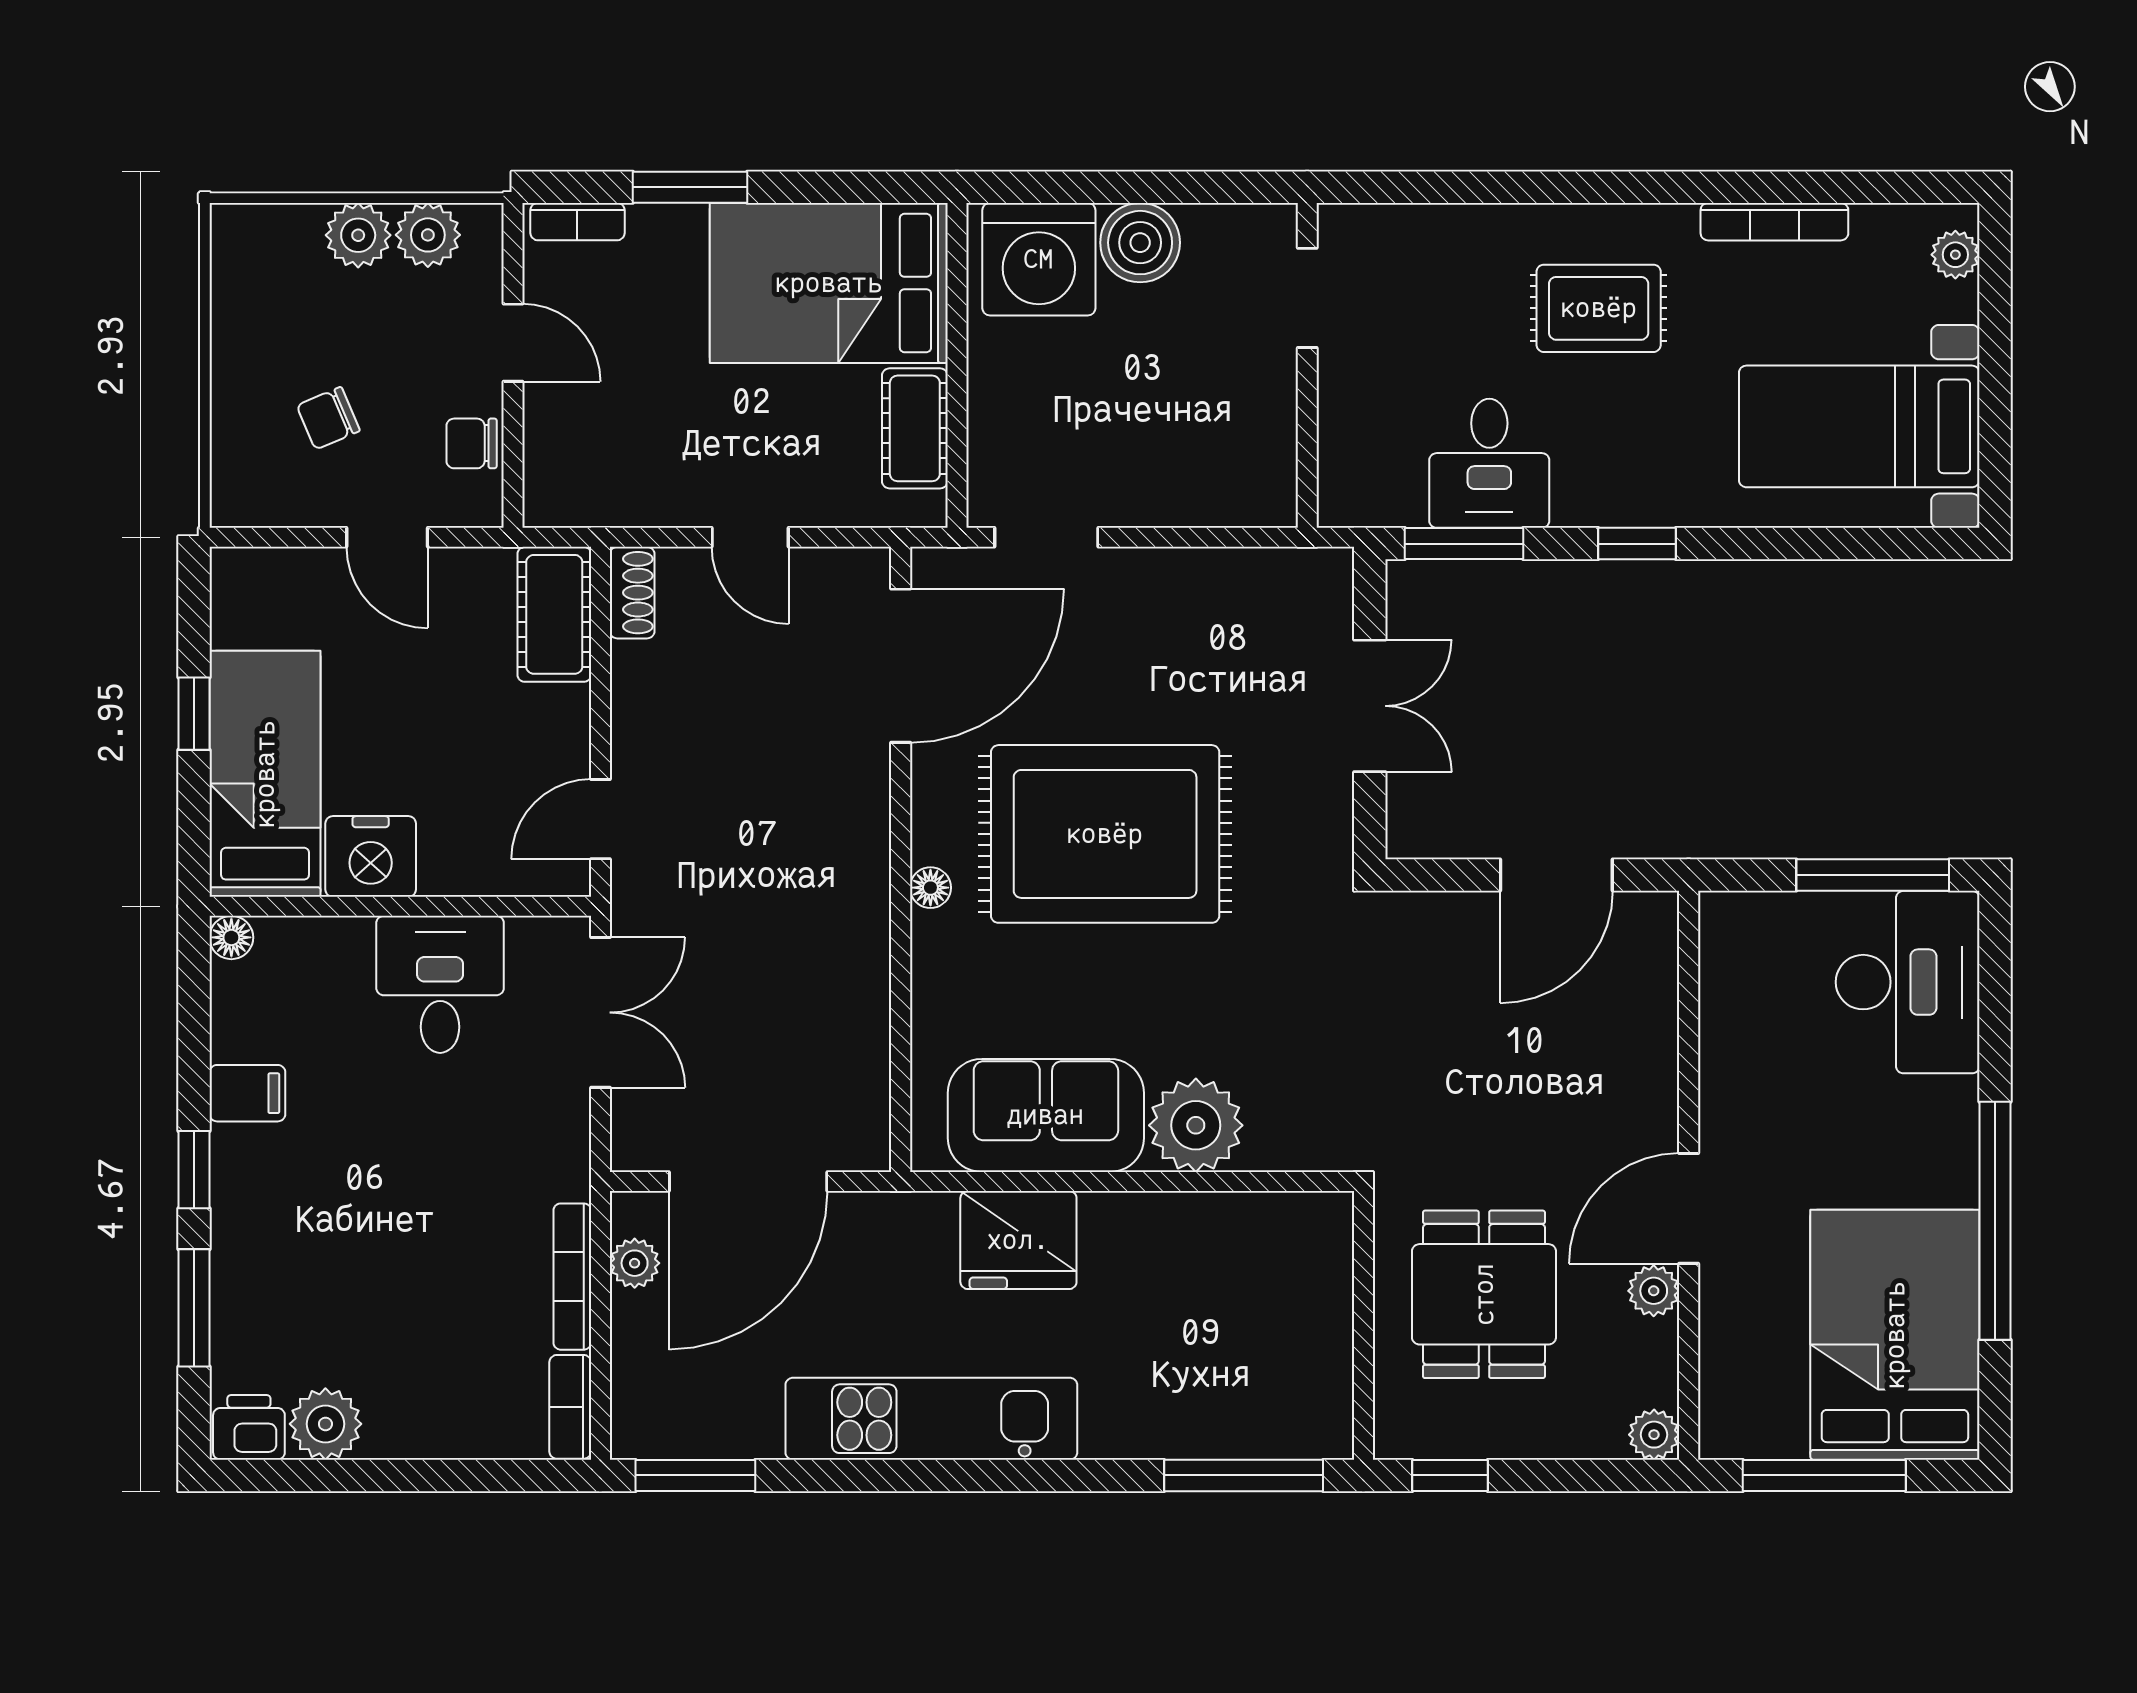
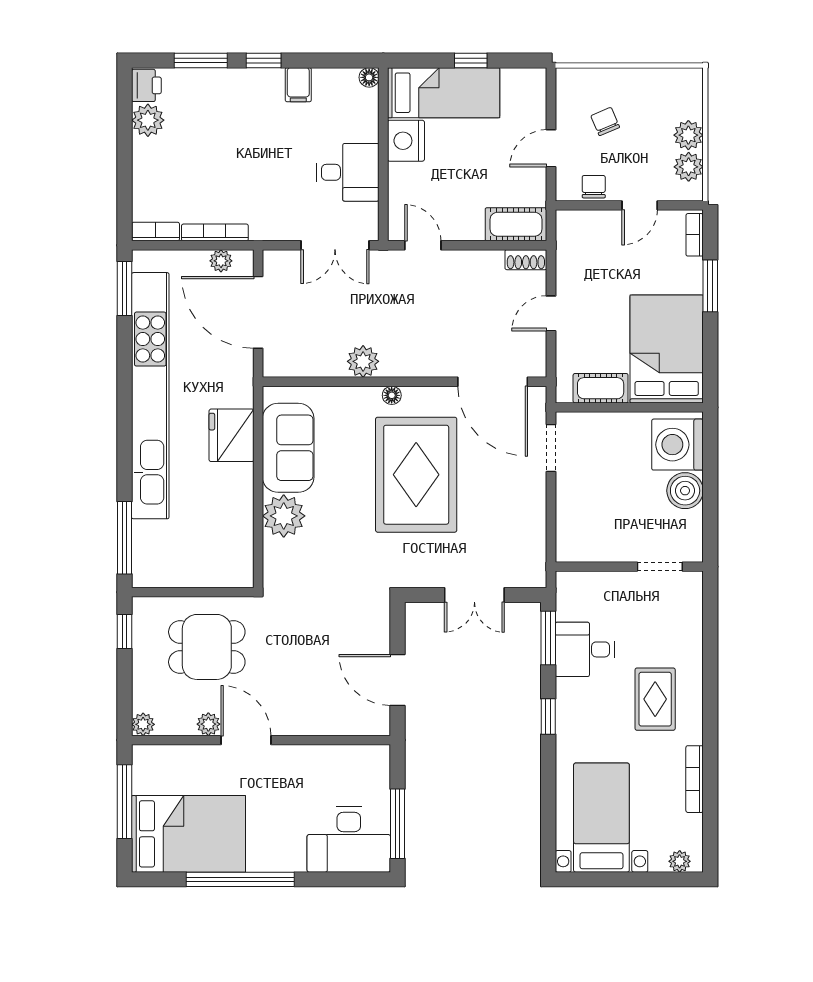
plant: (856, 951) -> (363, 361), added
kitchen unit: (931, 1419) -> (150, 396), width x1.86

